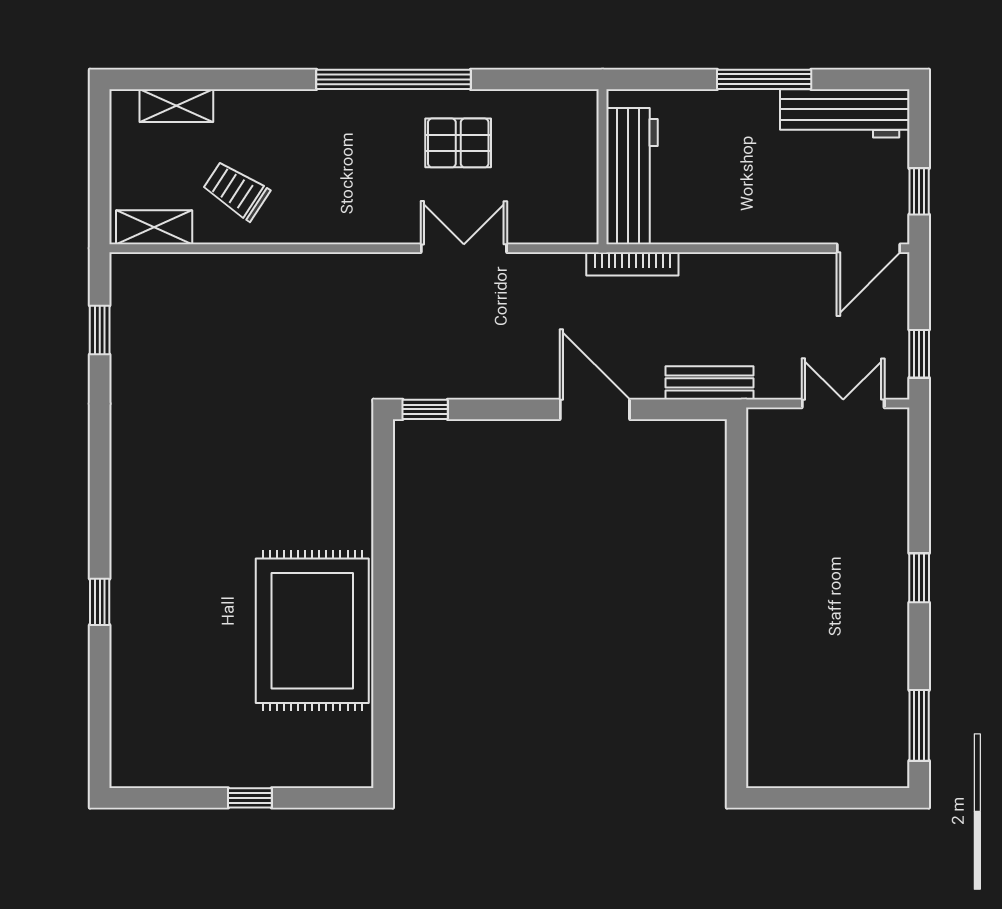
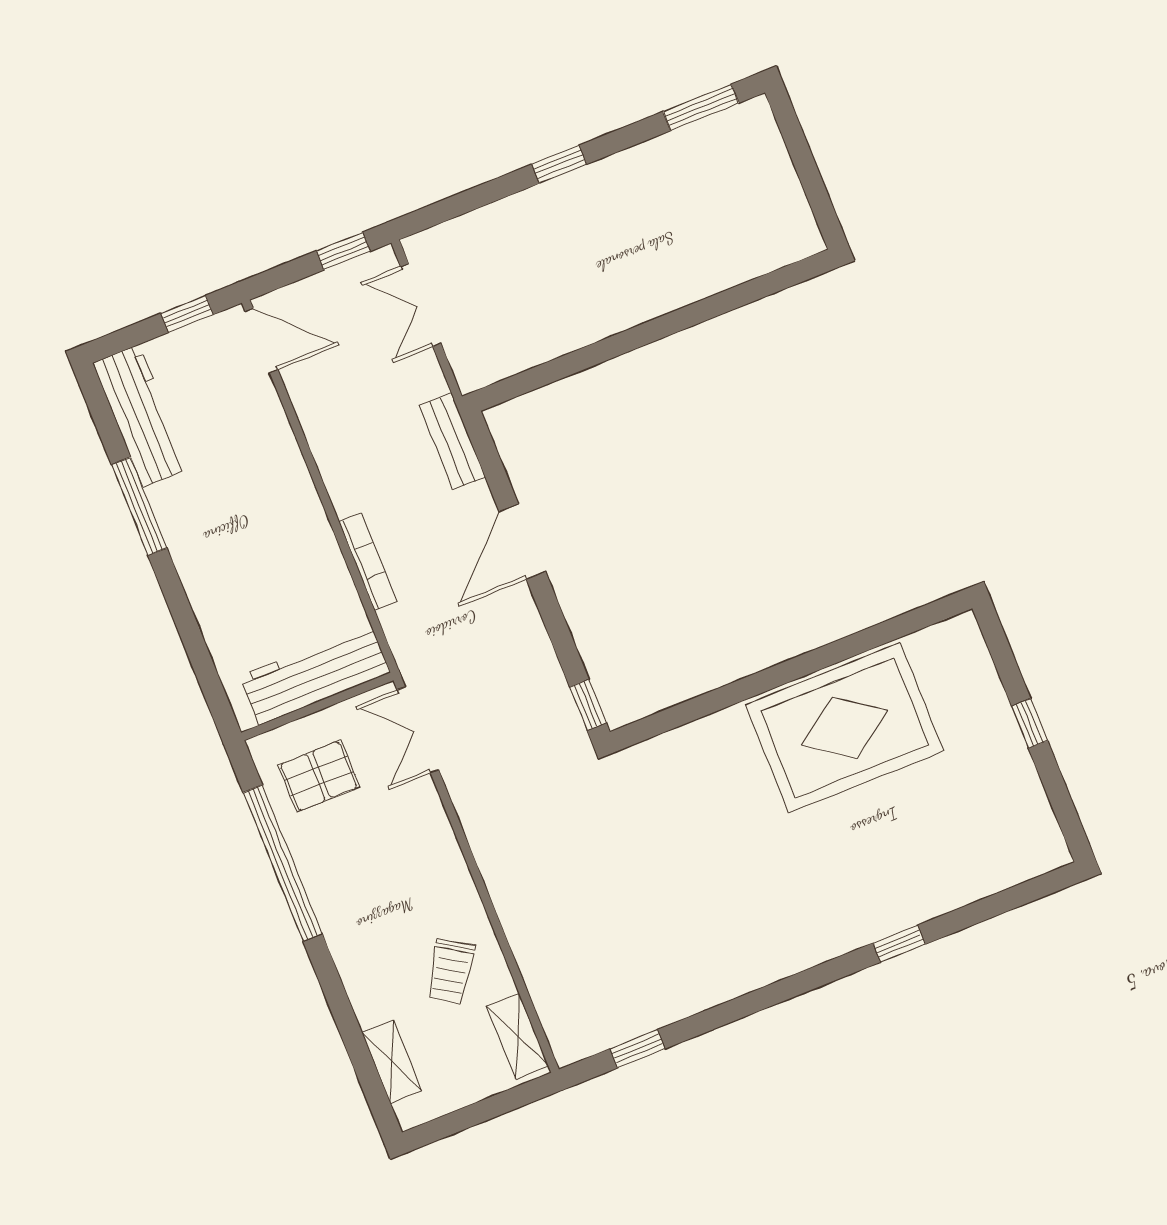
pallet: (458, 143) -> (319, 776), turned 90
wall: (603, 167) -> (317, 706), moved
workbench: (632, 176) -> (315, 674), moved

